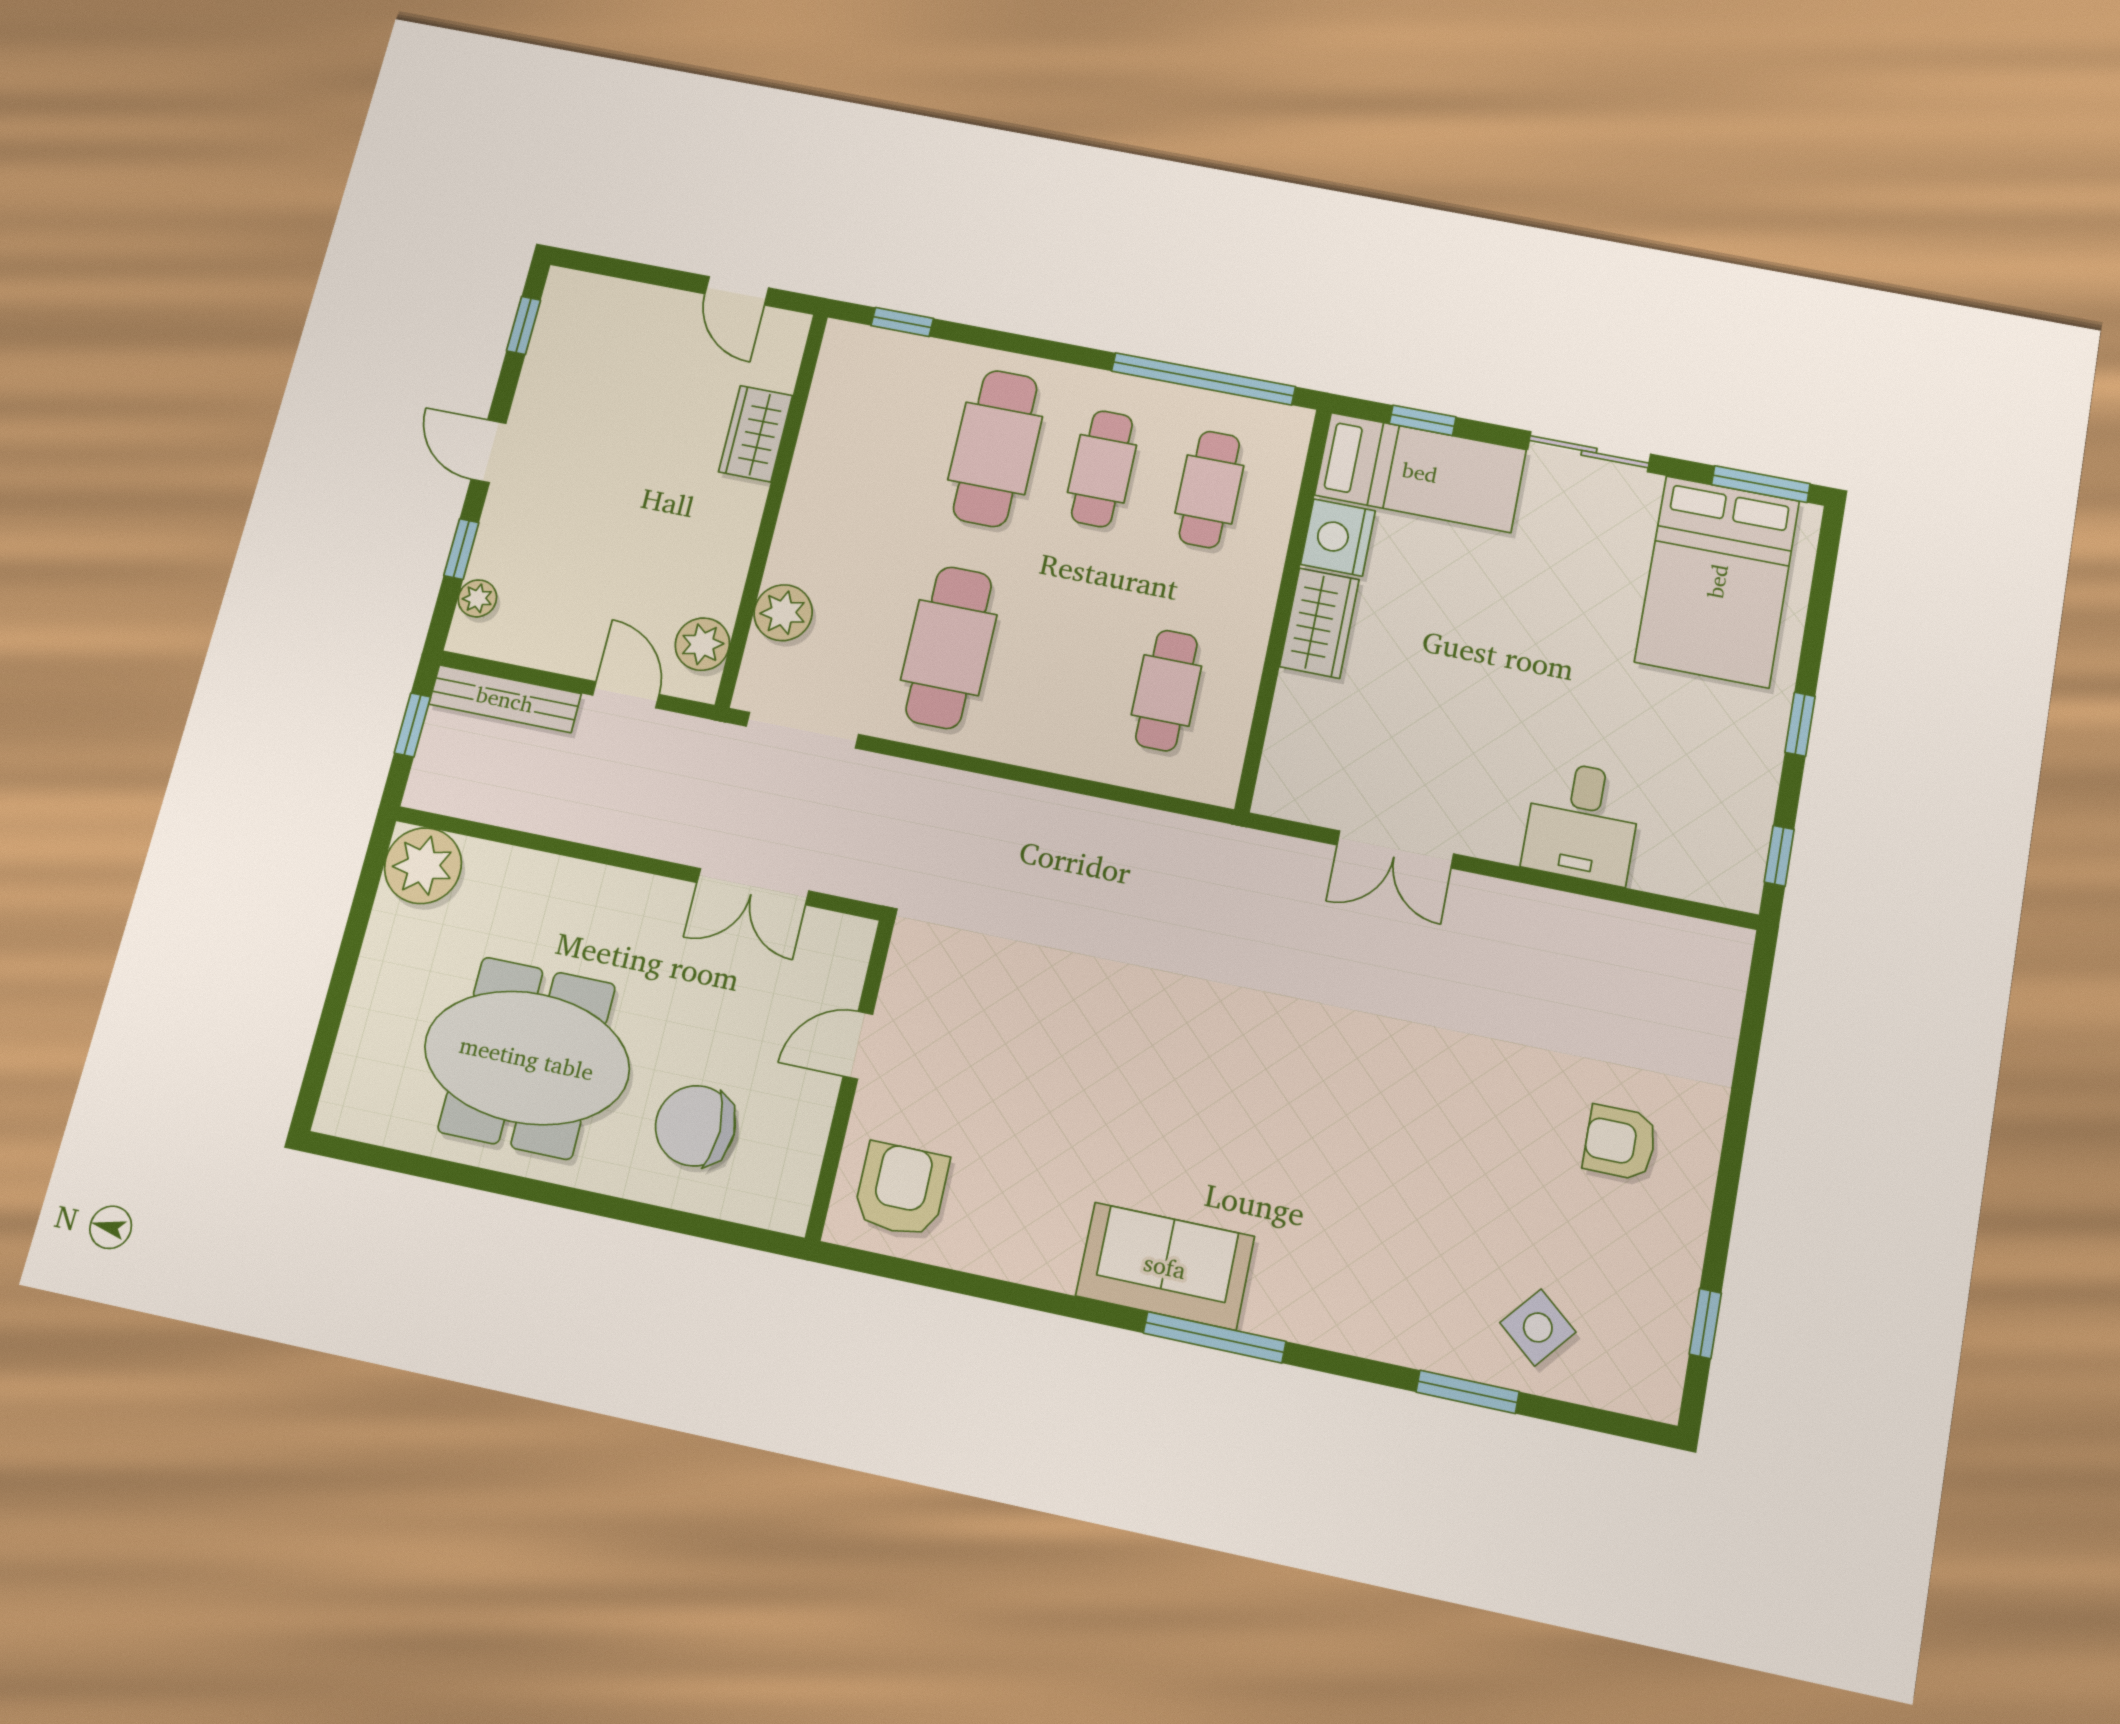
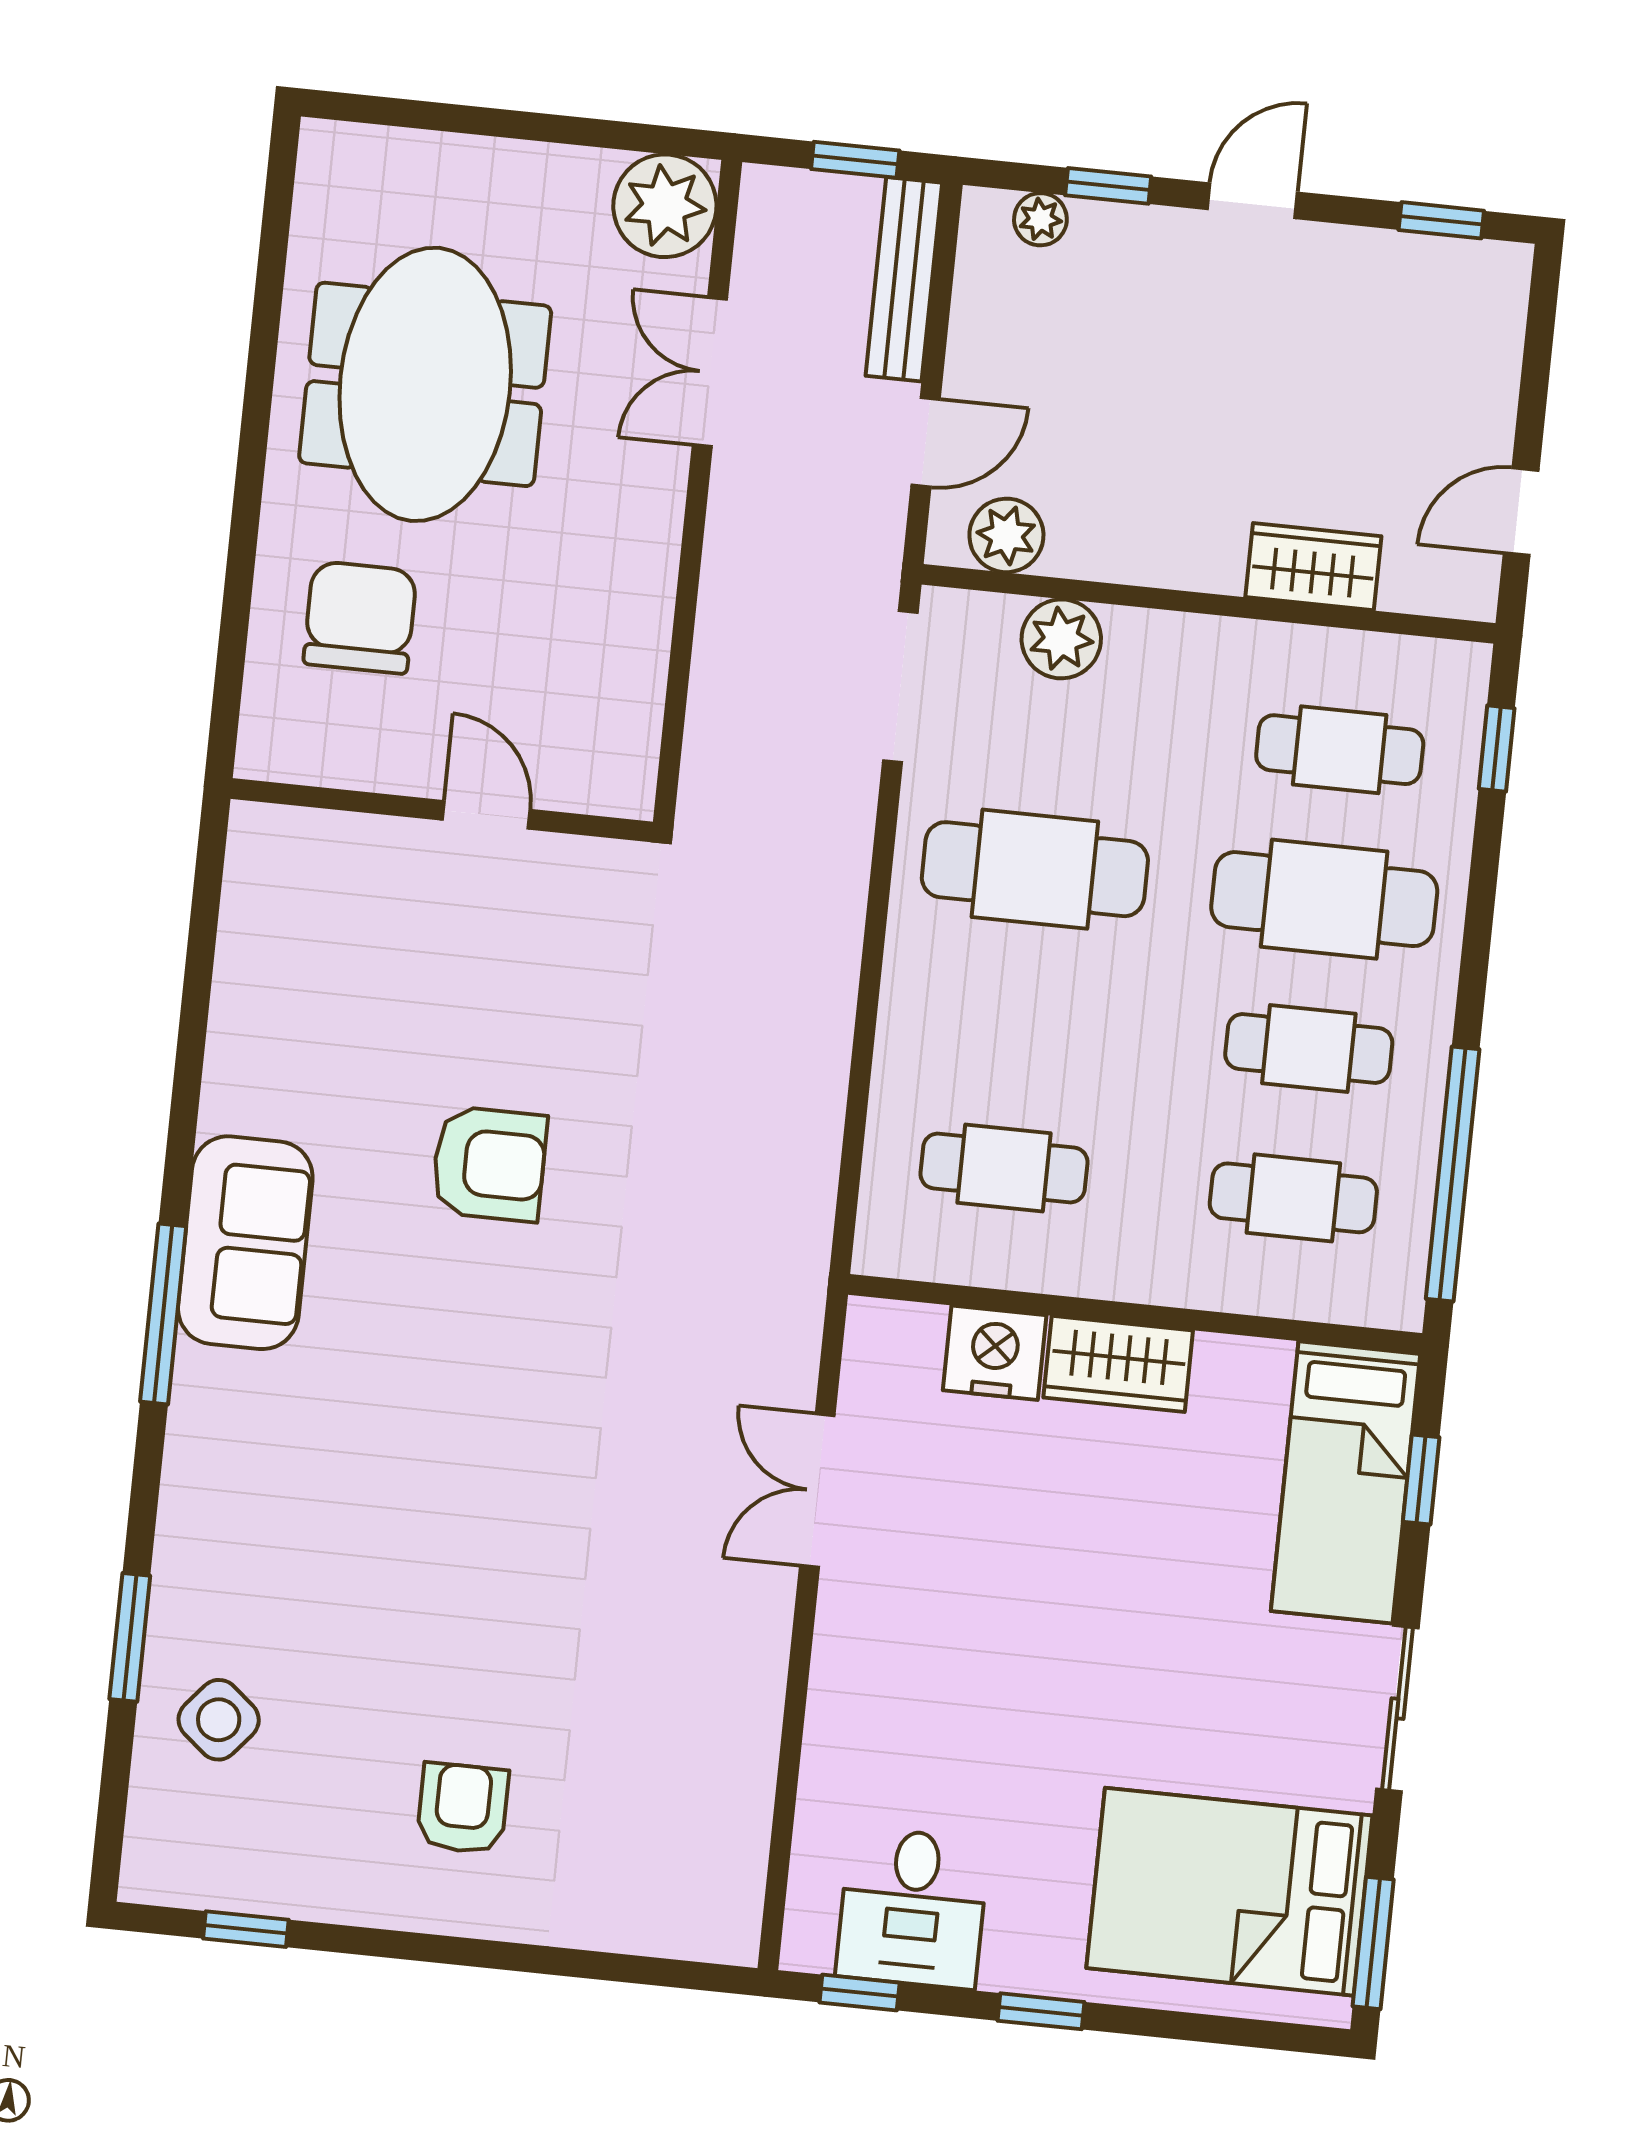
cafe table: (889, 428) -> (1340, 750), added
nightstand: (1338, 537) -> (995, 1353), moved
desk: (1582, 822) -> (912, 1908), moved, turned -90
double door: (753, 887) -> (710, 372), moved
armchair: (901, 1189) -> (489, 1164), moved

